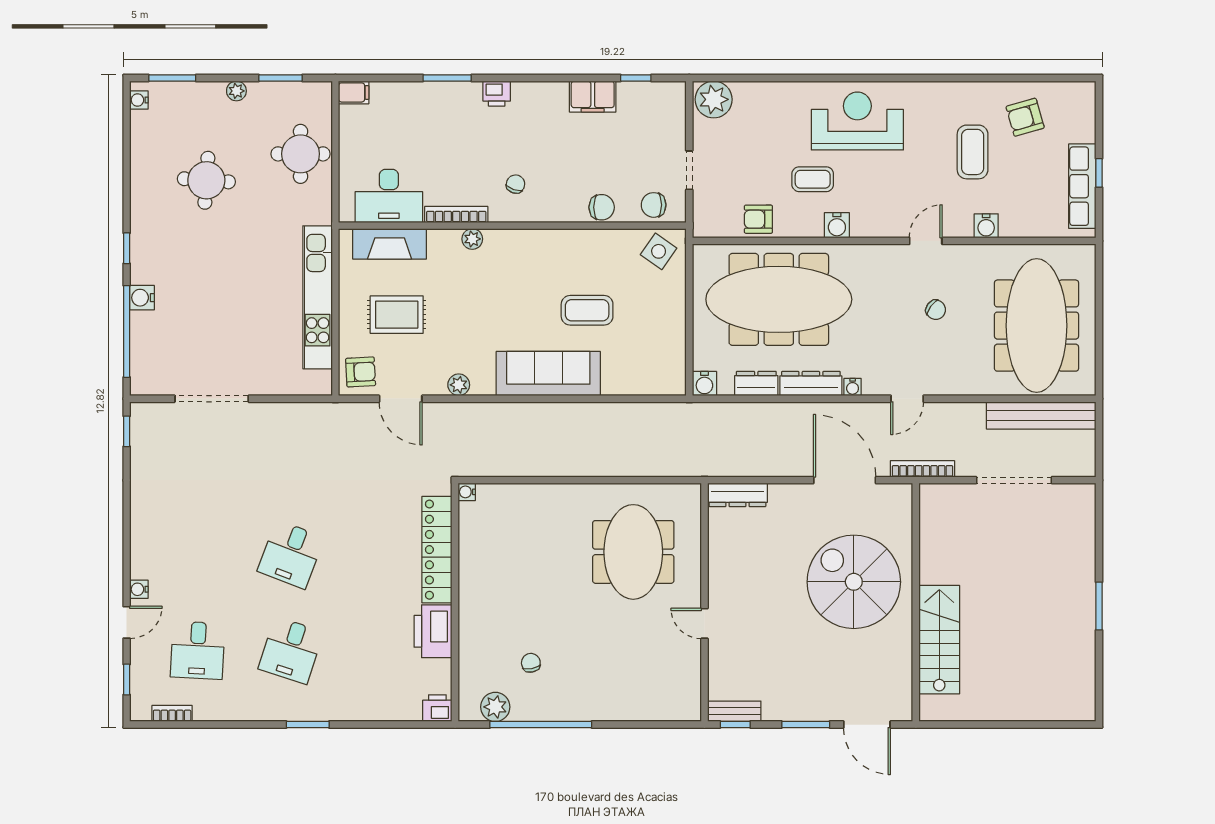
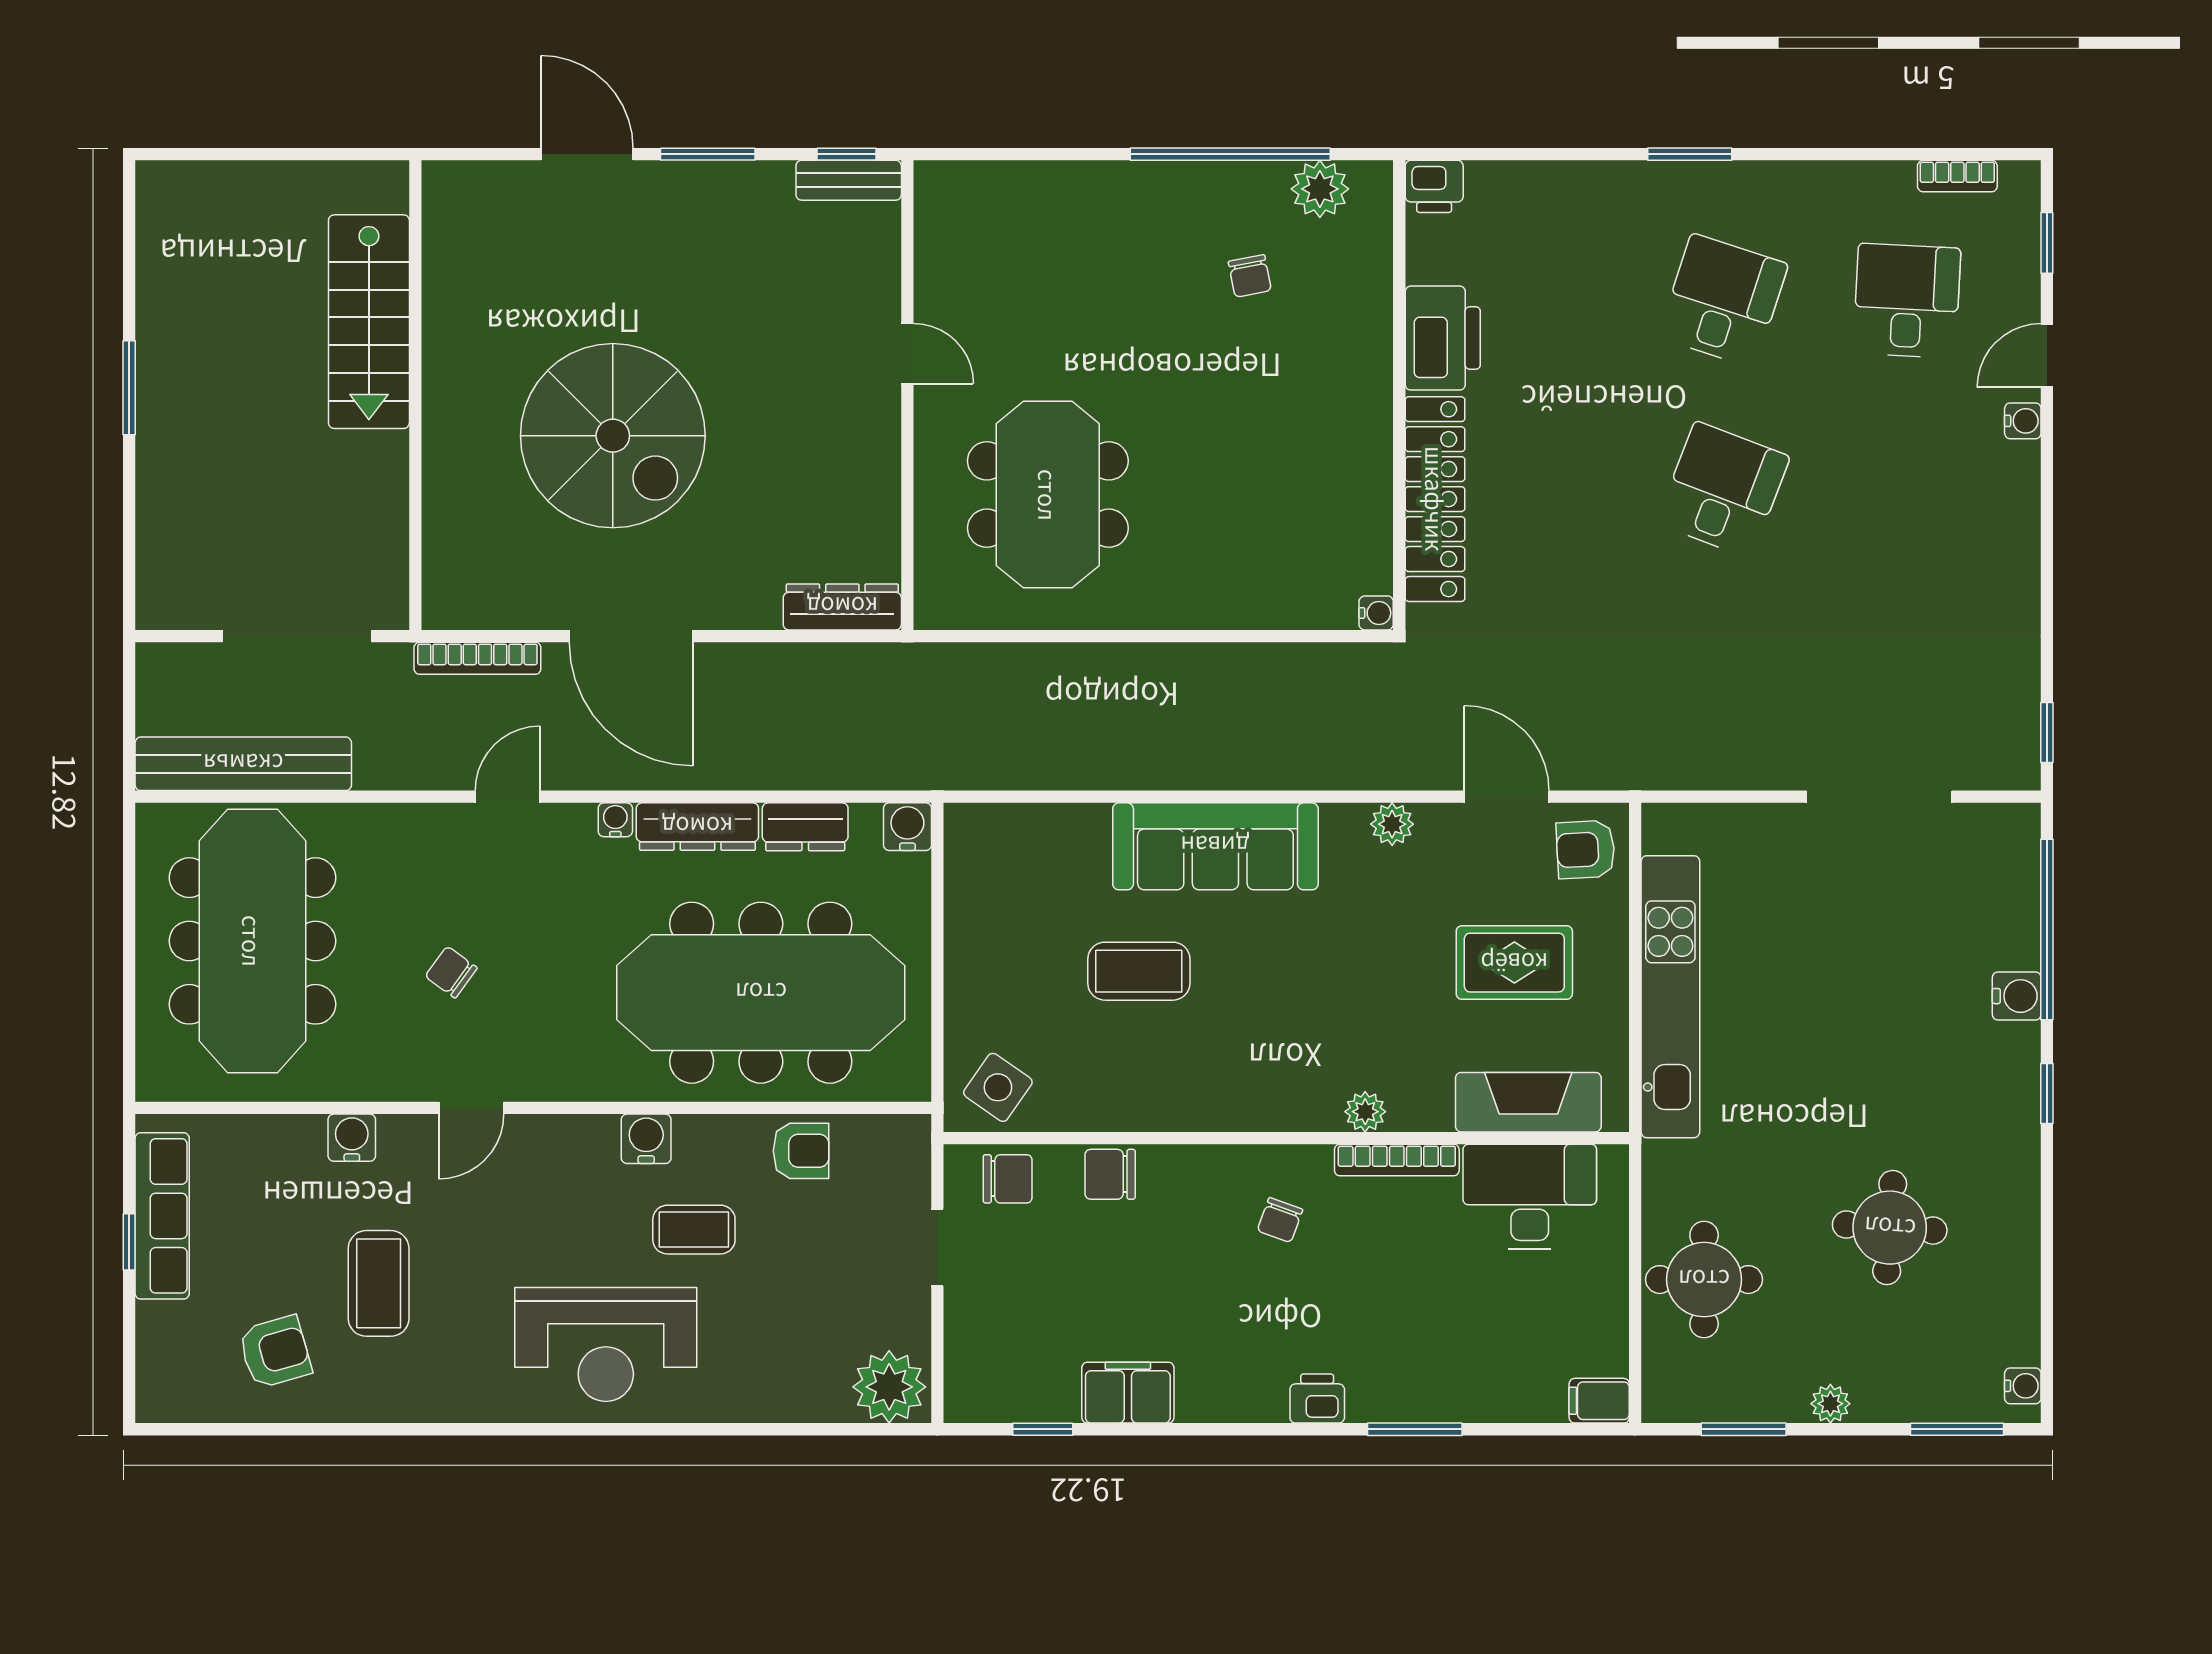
wall: (916, 602) -> (415, 395), moved
stairs: (939, 640) -> (369, 322), moved

